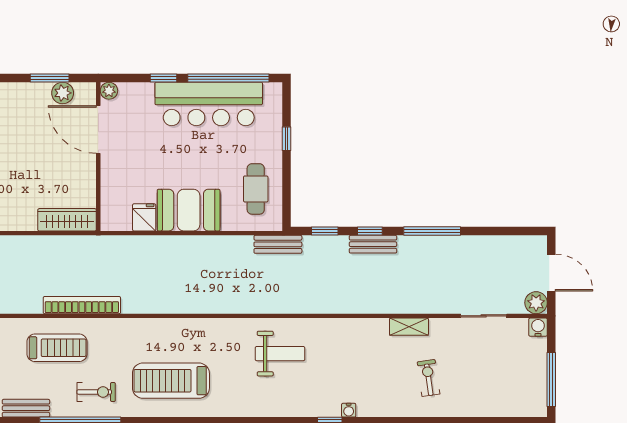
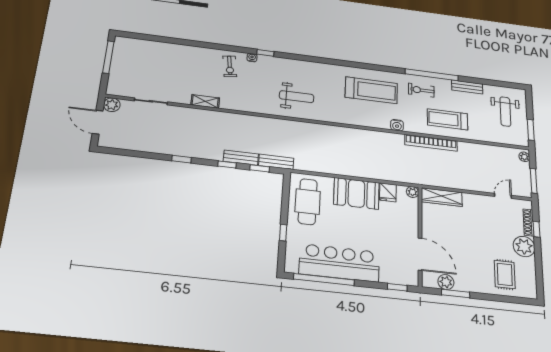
window: (164, 78) -> (397, 287), moved
plant: (109, 91) -> (413, 192), moved
cafe table: (256, 189) -> (308, 202), width x1.37, depth x1.35
window: (432, 231) -> (182, 159), width x0.46
bench: (278, 244) -> (276, 162), moved
bench: (373, 244) -> (241, 158), moved
water cooler: (538, 327) -> (397, 125), moved
weight bench: (280, 354) -> (297, 97), turned 180
exercise bike: (428, 378) -> (230, 66), moved

